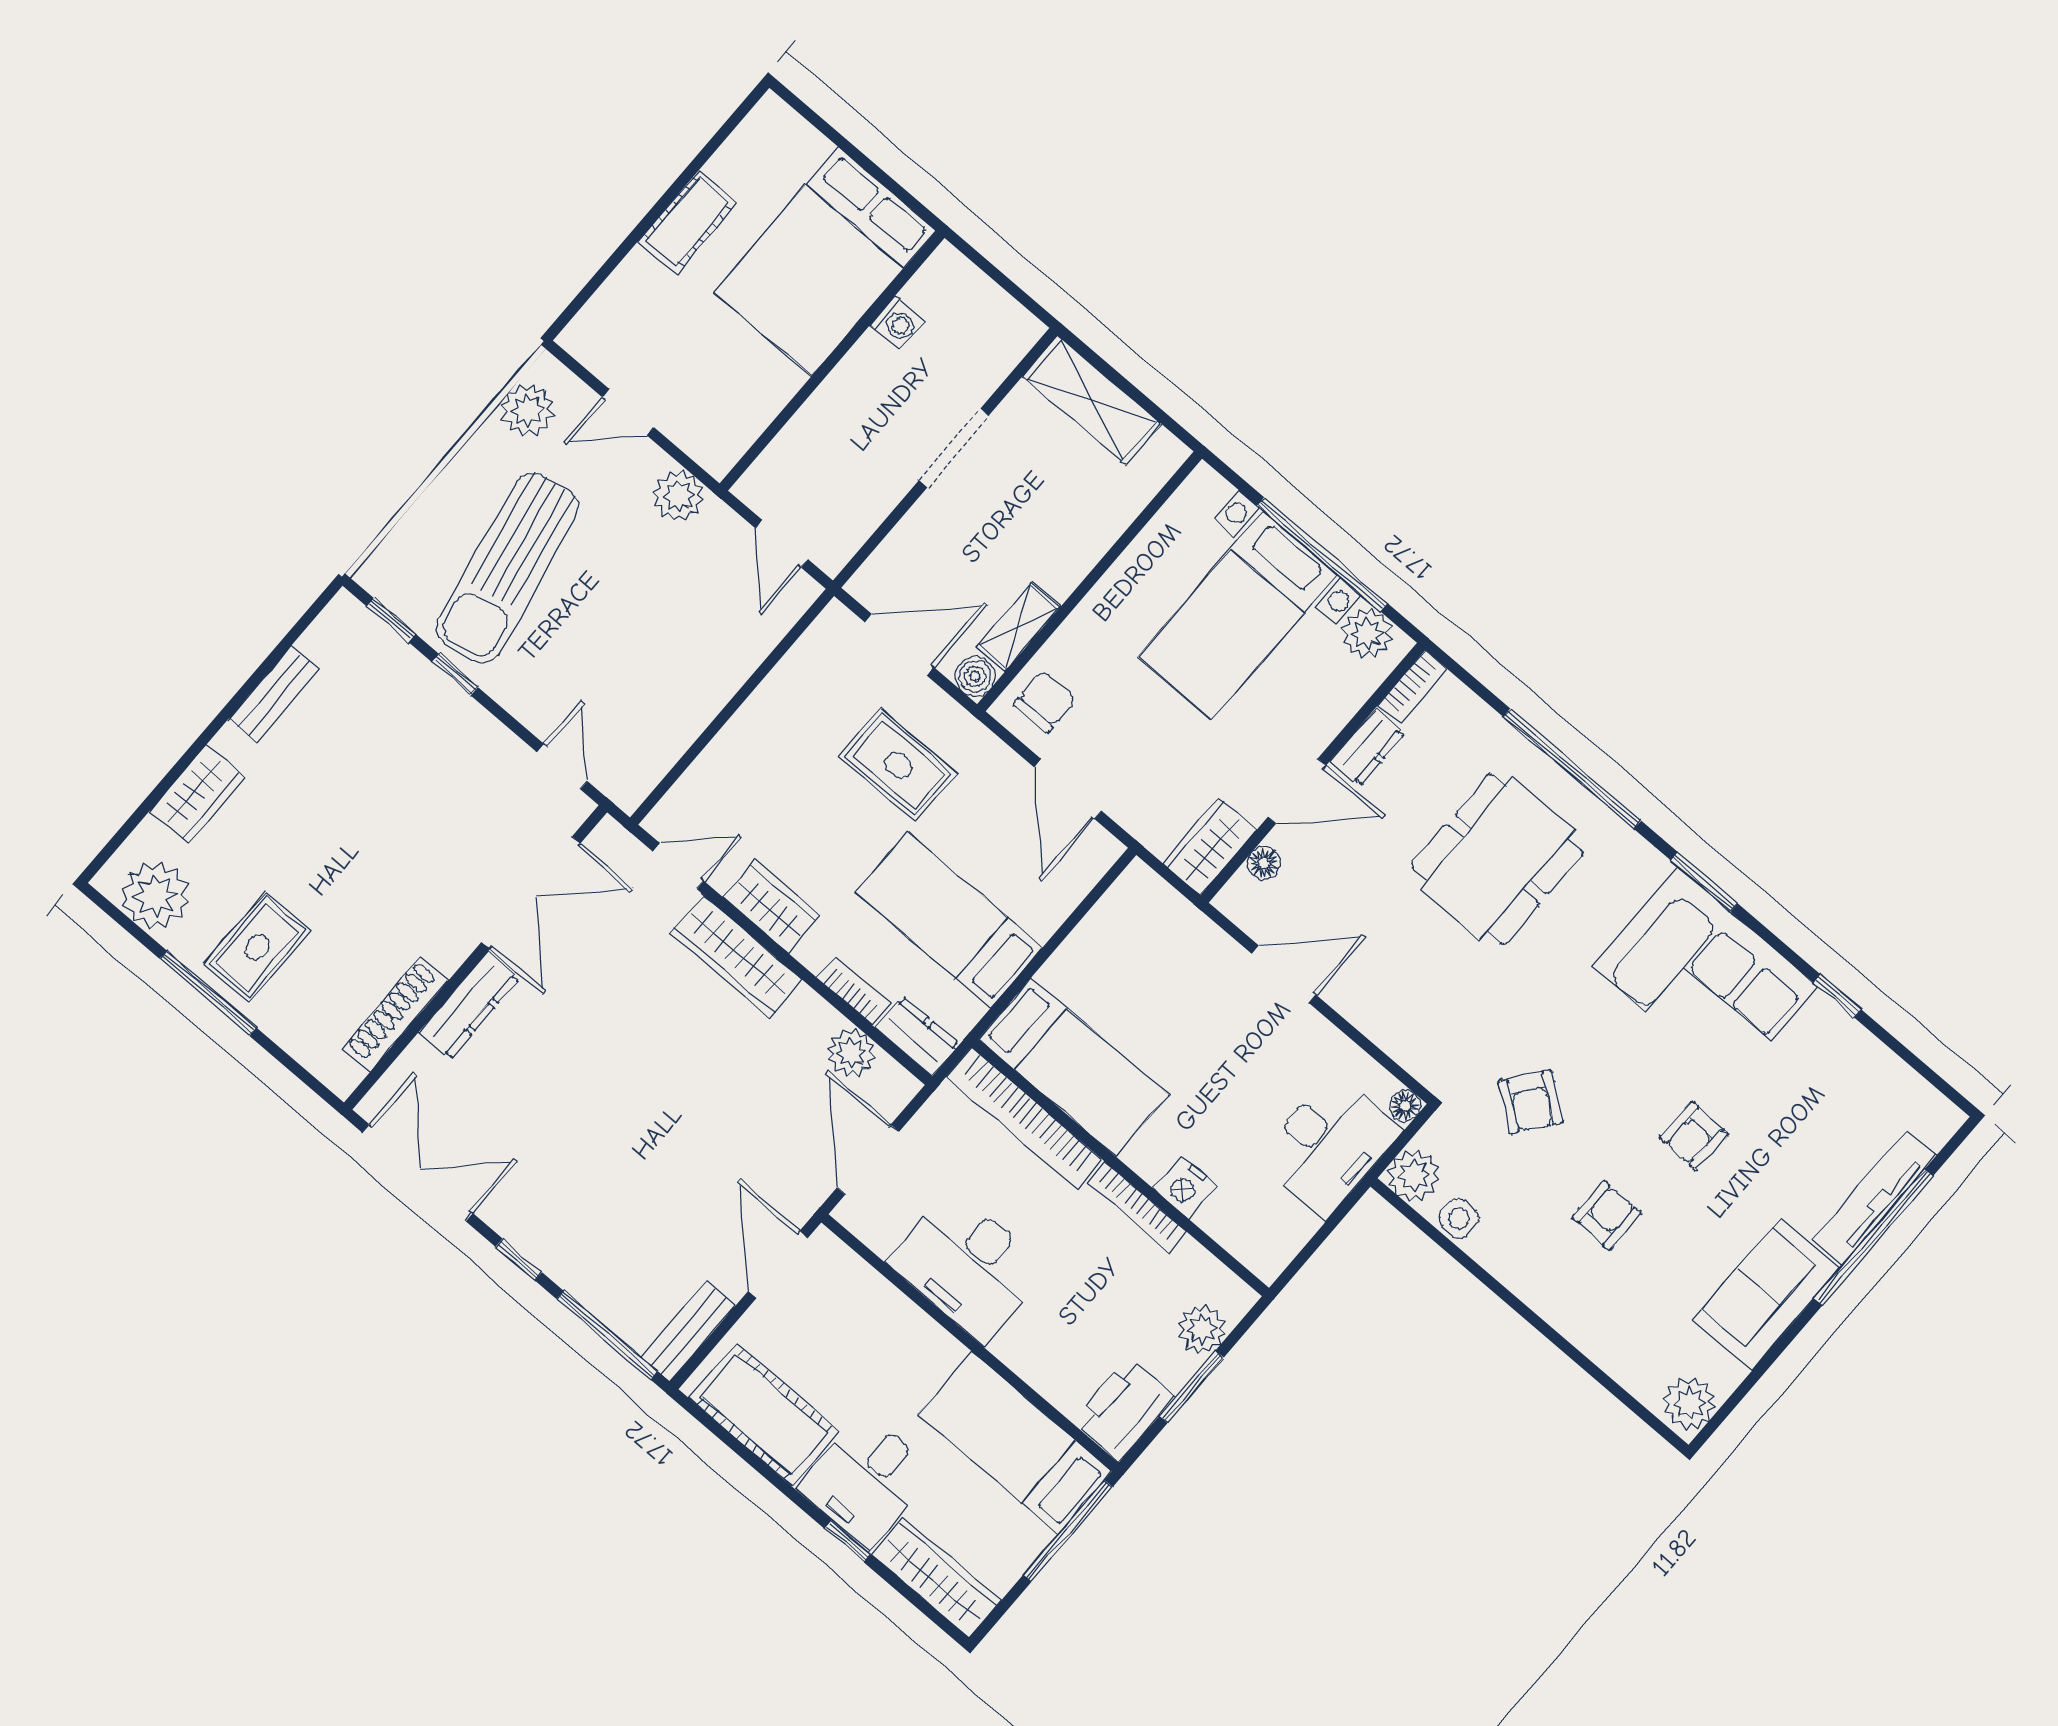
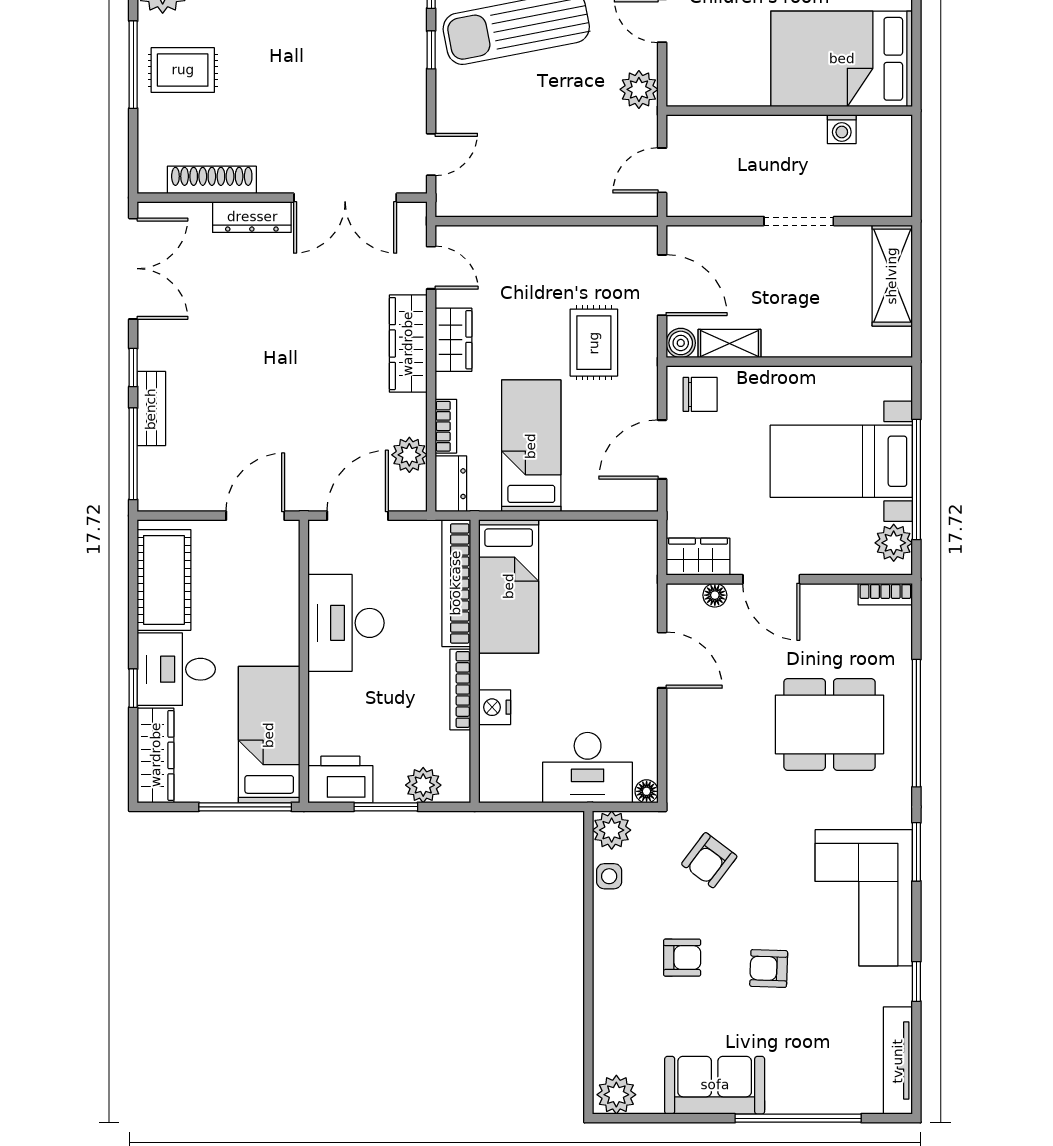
dresser: (1367, 747) -> (830, 598), removed
tv unit: (1874, 1198) -> (898, 1061), moved, turned -90
bench: (688, 1332) -> (151, 409), moved, turned 90

